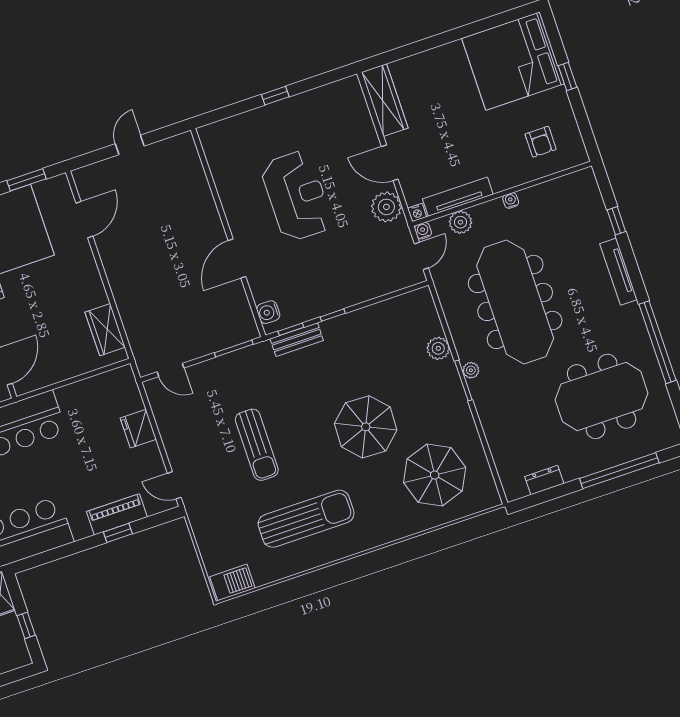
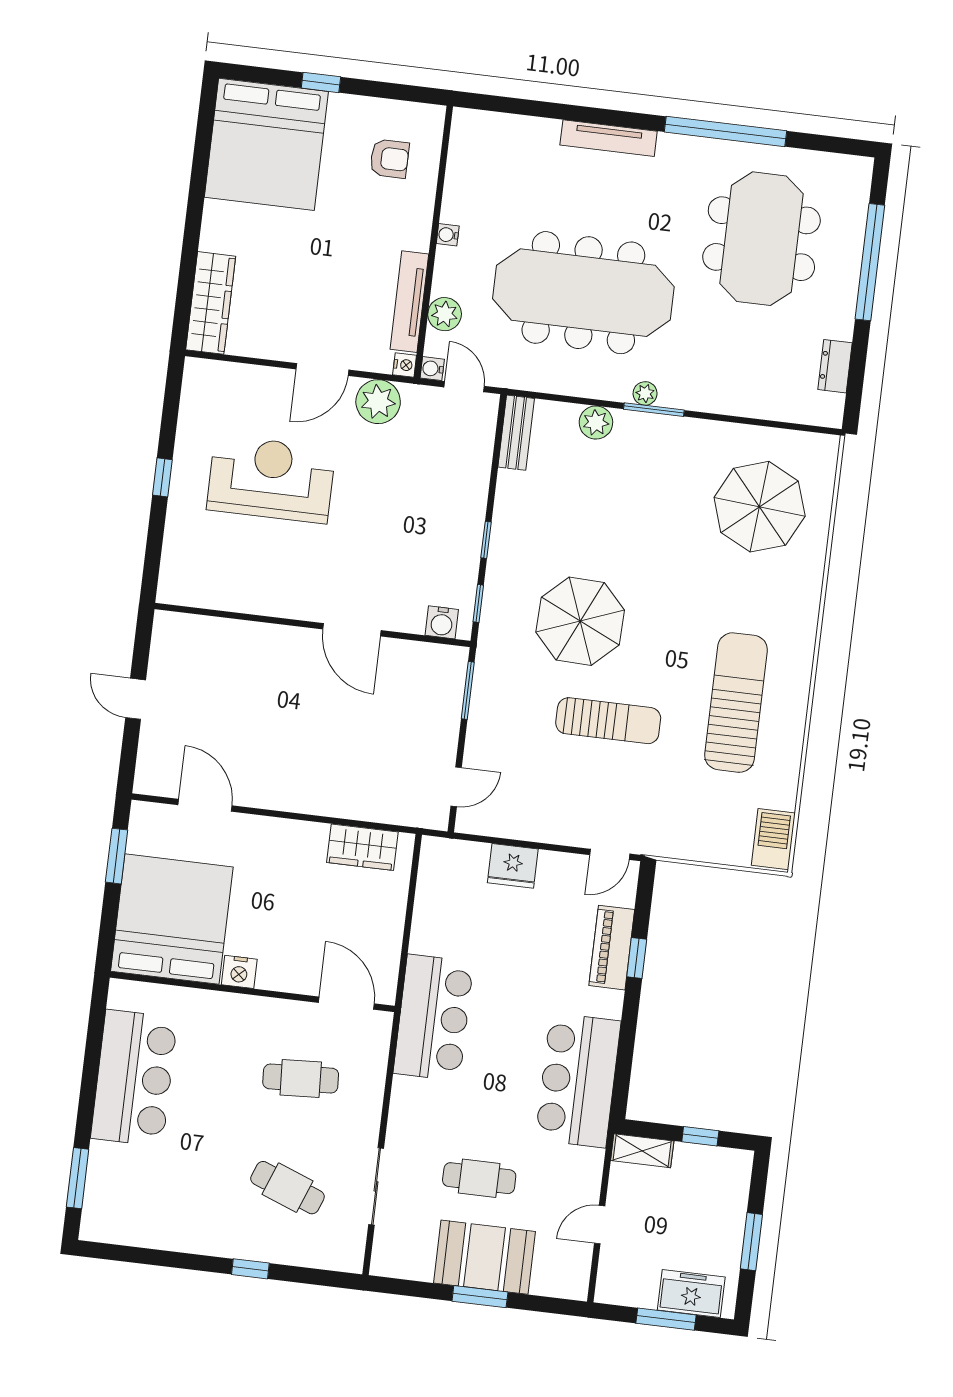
wardrobe: (385, 100) -> (211, 303), moved, turned 90
reception desk: (297, 196) -> (271, 479), moved
window: (616, 221) -> (541, 109), removed
bench: (297, 340) -> (516, 433), moved
parasol: (366, 427) -> (580, 621), moved

